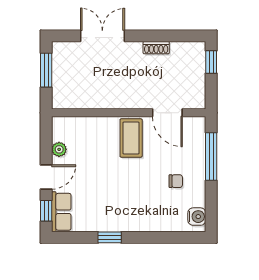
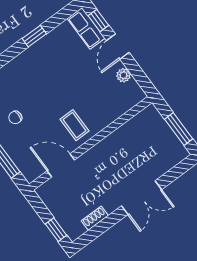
double door: (102, 36) -> (141, 198), moved
shoe rack: (156, 48) -> (95, 218), moved
coffee table: (131, 138) -> (75, 125), width x0.73, depth x0.77

